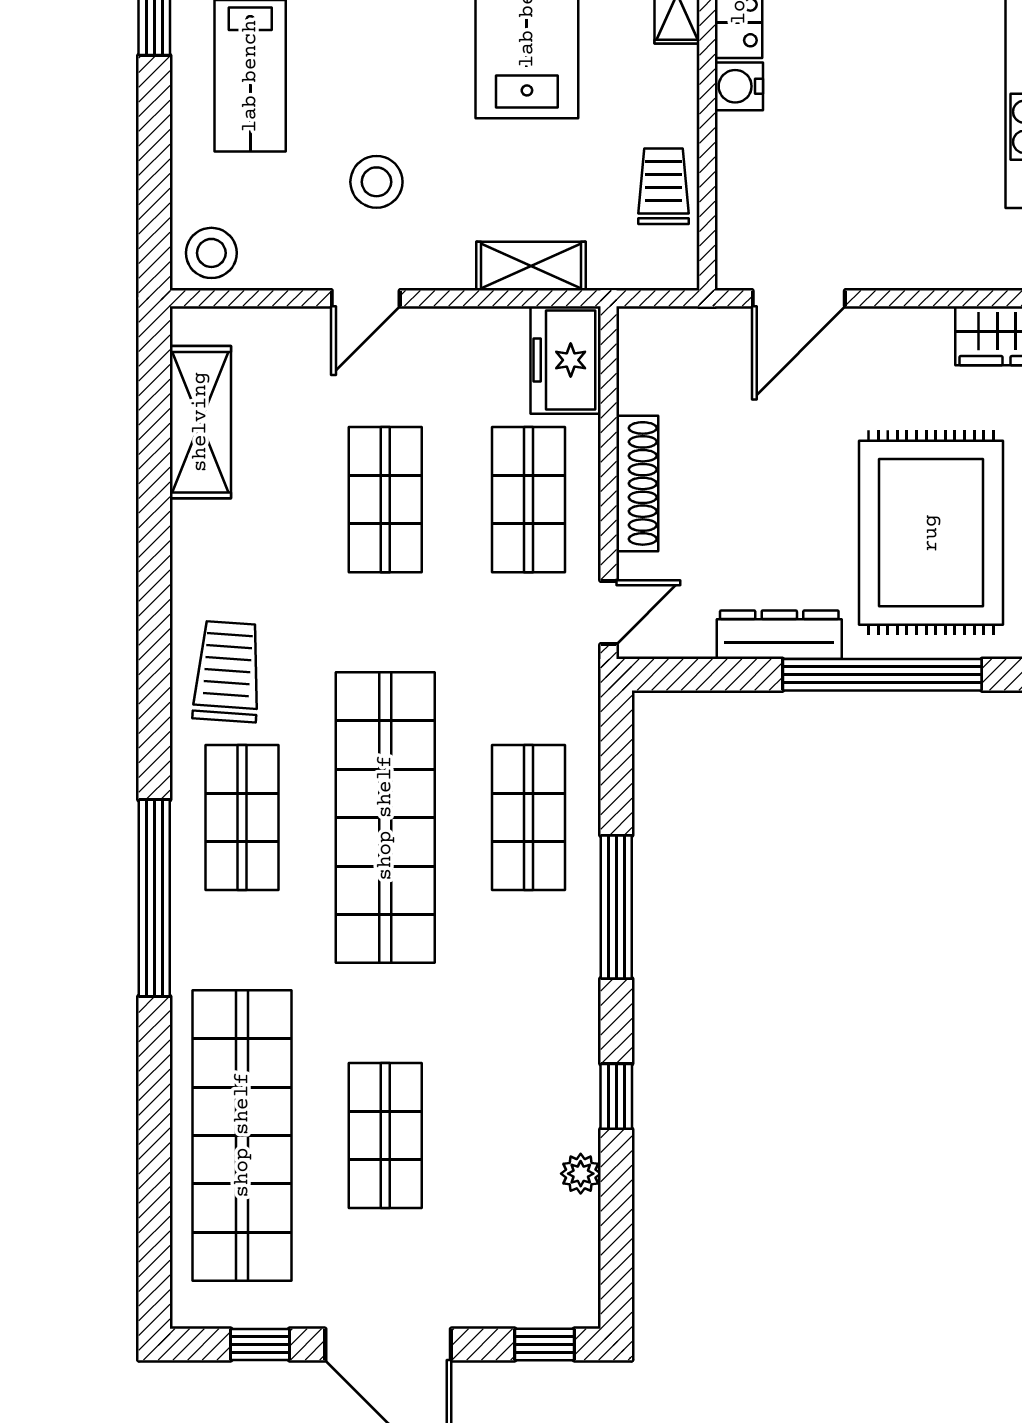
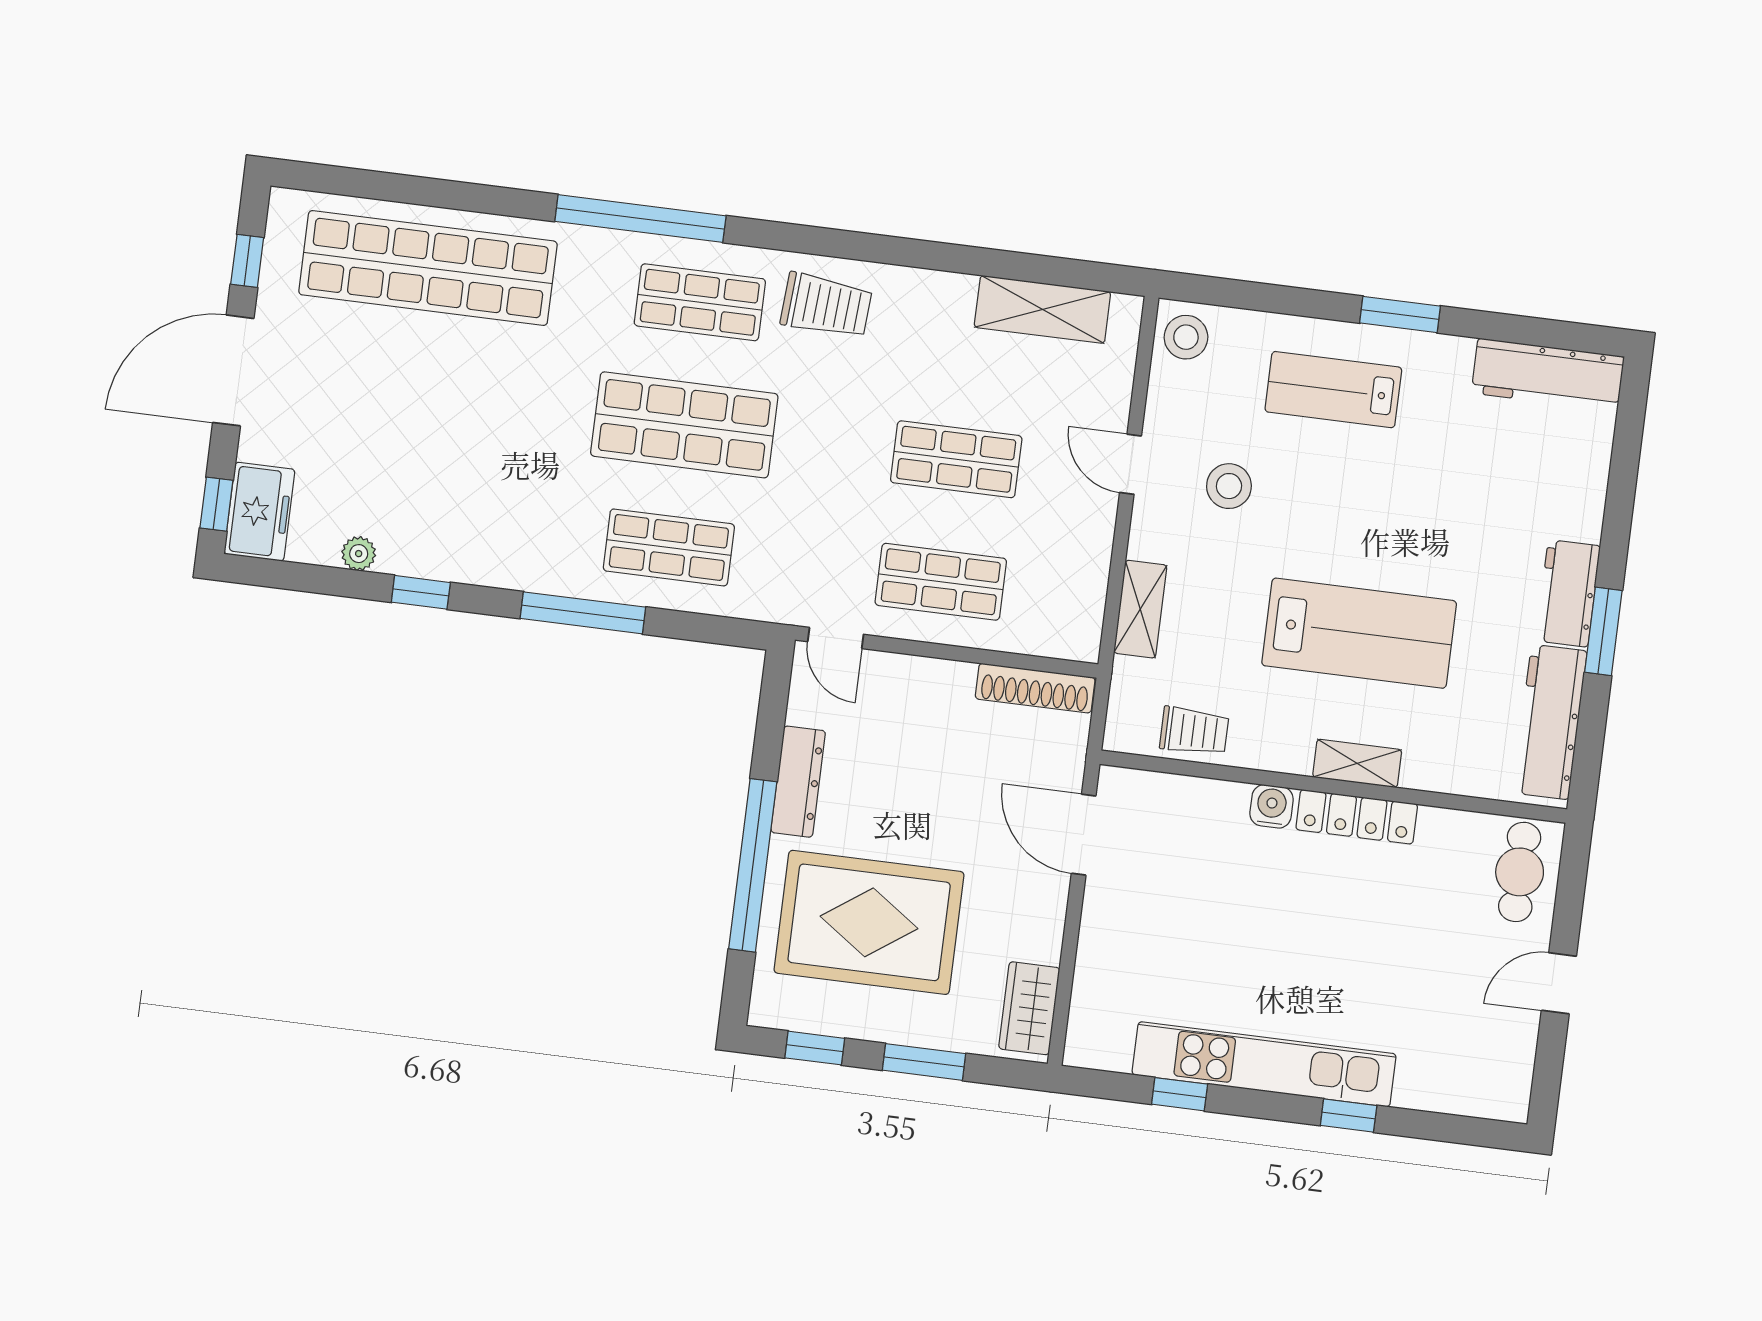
freezer: (566, 360) -> (259, 512), moved, turned 90
shoe rack: (637, 483) -> (1035, 688), moved
shop shelf: (385, 818) -> (684, 425), width x0.71
shop shelf: (385, 1135) -> (412, 391), removed

